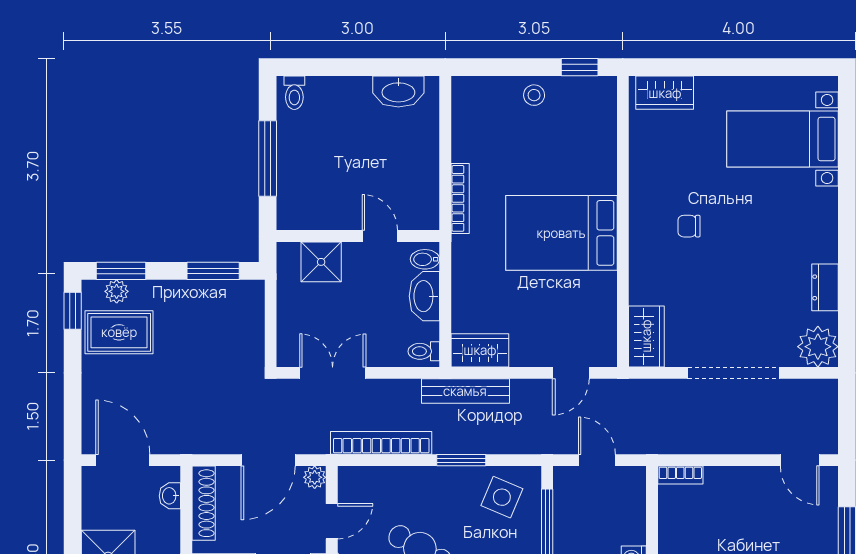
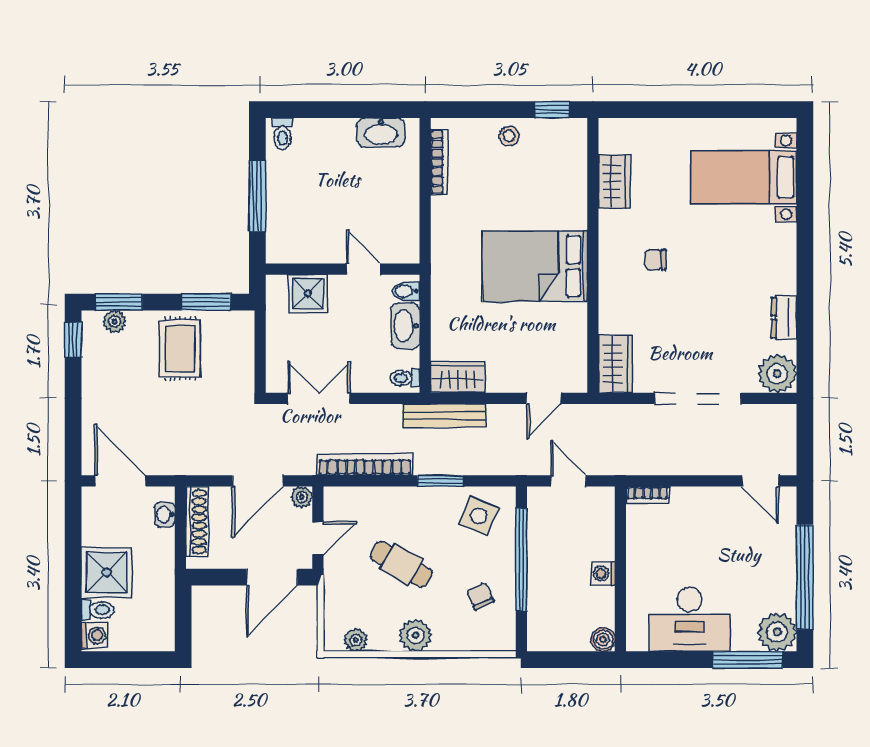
wardrobe: (665, 93) -> (614, 182), moved, turned -90
bookcase: (460, 198) -> (439, 162), moved
rug: (119, 332) -> (180, 348), moved, turned 90

